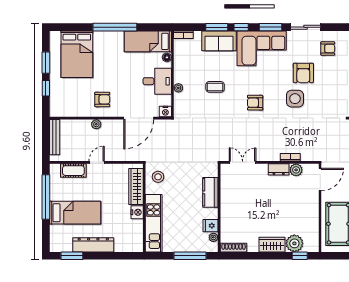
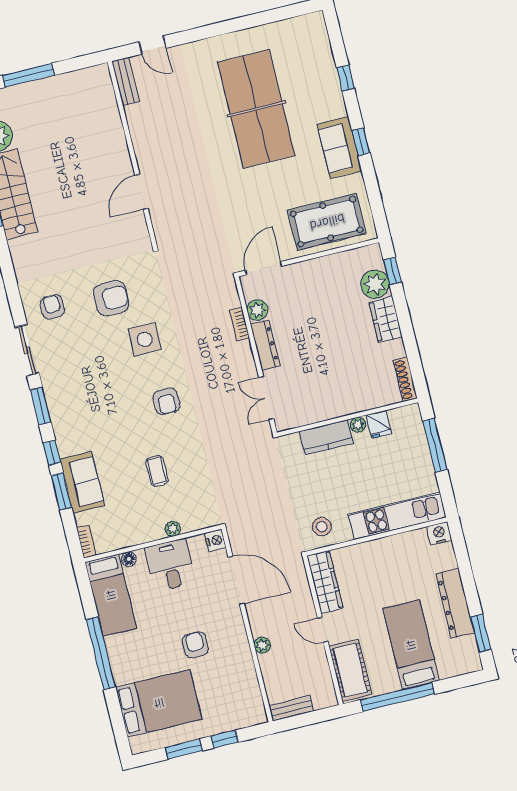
corner sofa: (262, 48) -> (78, 412), removed
armchair: (303, 73) -> (111, 298), moved
armchair: (102, 99) -> (195, 645), moved
bench: (55, 137) -> (291, 708), width x0.73
dresser: (279, 169) -> (265, 345), width x1.44
cot: (73, 171) -> (350, 670), width x1.37, depth x1.34
door: (320, 180) -> (263, 268), hinge flipped
wardrobe: (136, 187) -> (325, 582), moved, turned -90
nightstand: (137, 212) -> (439, 533), moved
plant: (213, 237) -> (358, 425), moved

